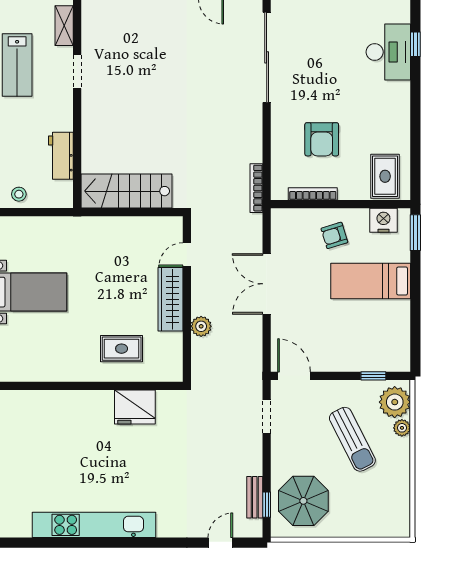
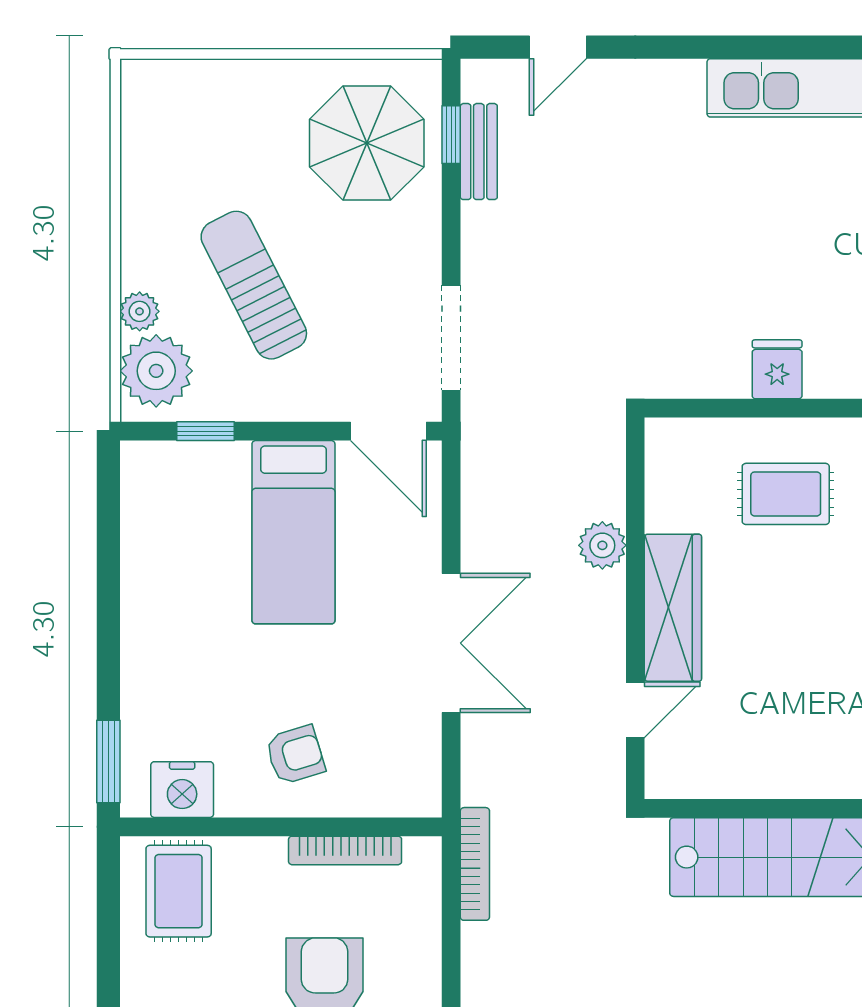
bed: (371, 281) -> (293, 532), moved, turned 90
fridge: (135, 407) -> (777, 369), width x0.53, depth x0.75
doorway: (267, 416) -> (451, 338), width x1.38

